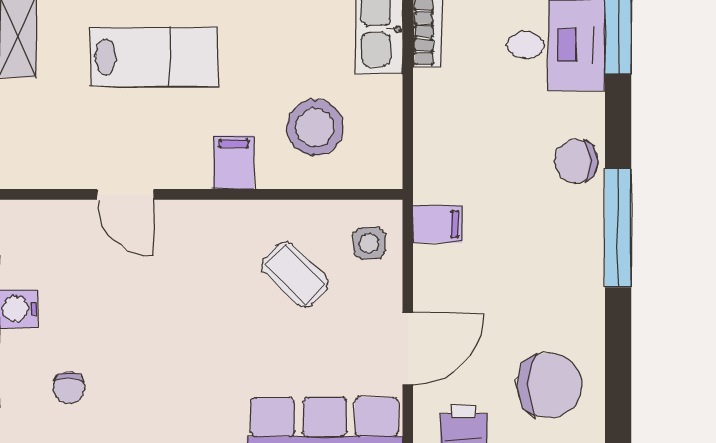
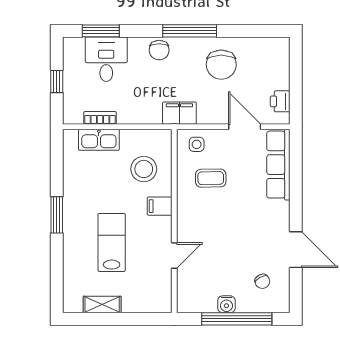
filing cabinet: (438, 224) -> (179, 113), width x2.00
coffee table: (295, 274) -> (211, 178), turned 45
chair: (549, 385) -> (221, 65), moved, turned 180
chair: (69, 388) -> (262, 281), turned 62

